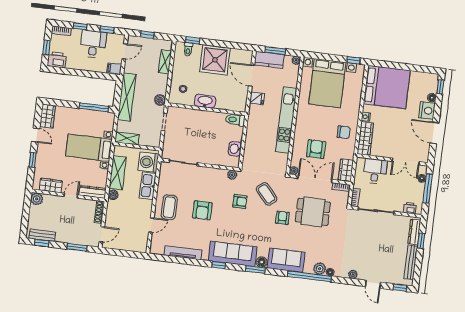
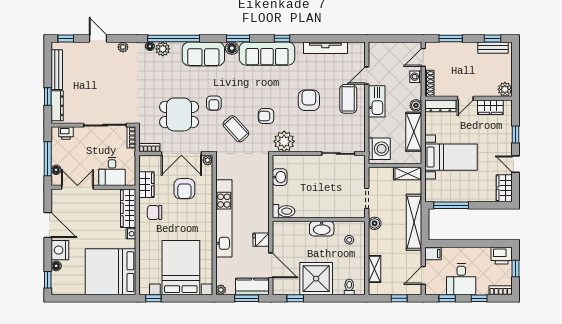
window: (193, 40) -> (295, 298), moved
wardrobe: (346, 170) -> (146, 185), moved
plant: (232, 175) -> (284, 141), width x1.88, depth x1.88
kitchen sink: (148, 186) -> (377, 101), moved
washing machine: (110, 219) -> (416, 77), added

